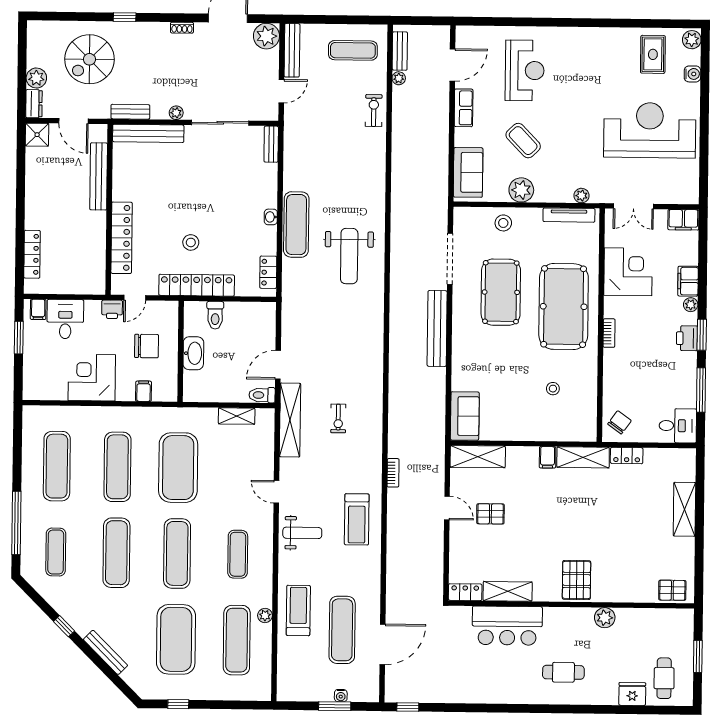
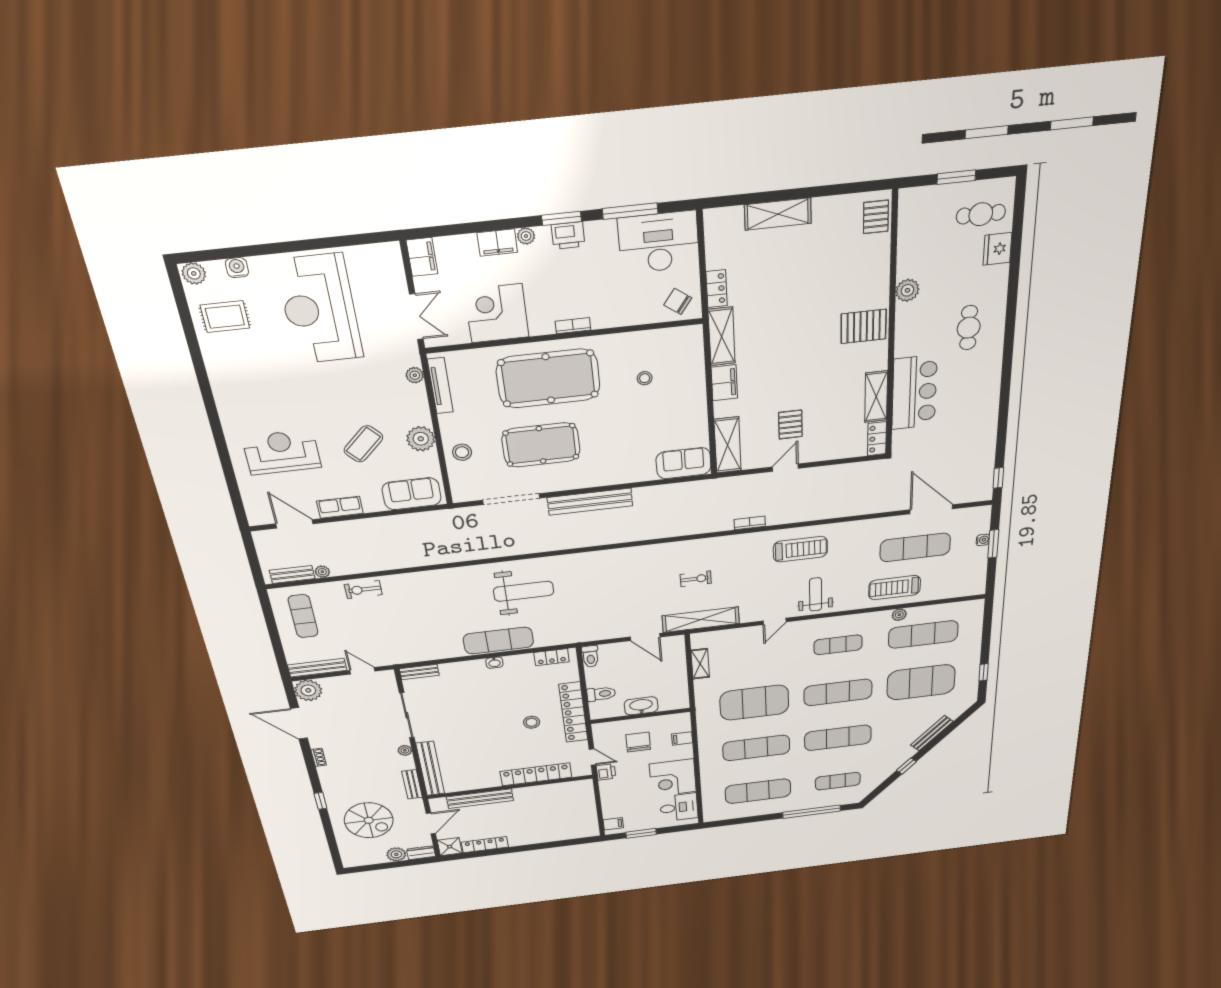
locker: (32, 254) -> (485, 845), moved
desk: (65, 319) -> (679, 807), moved, turned 180
toilet: (262, 395) -> (590, 656), moved
desk: (678, 426) -> (659, 242), width x1.87, depth x1.30
filing cabinet: (548, 457) -> (724, 383), width x2.00

